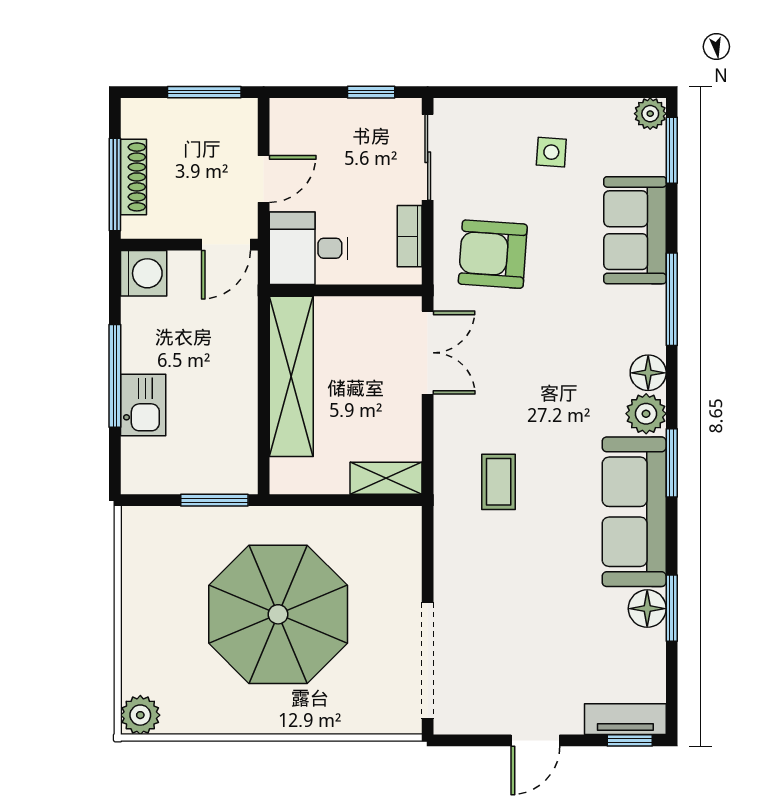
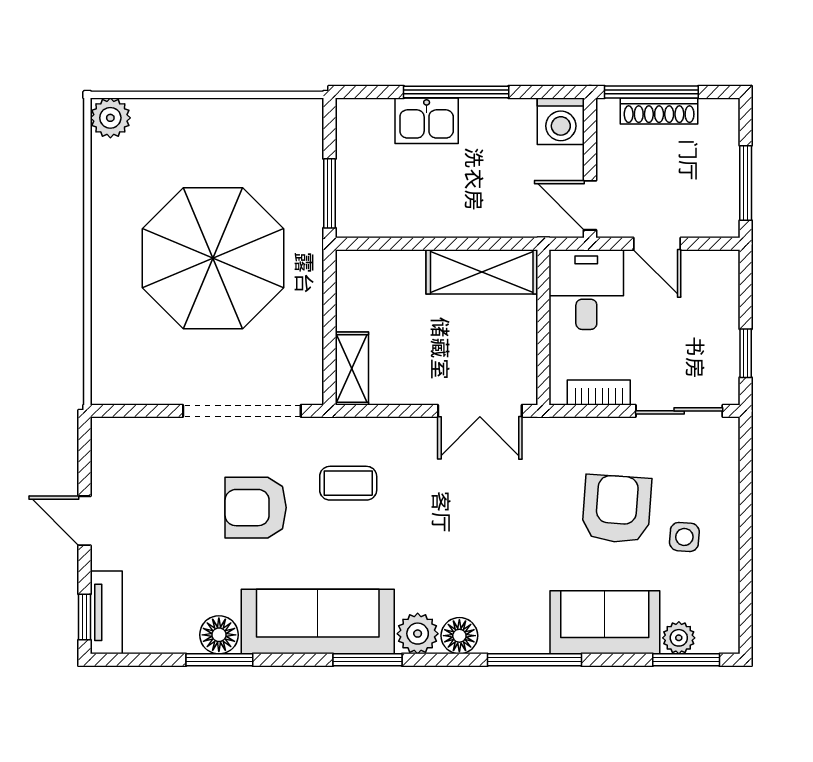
plant: (650, 114) -> (679, 638), moved
armchair: (493, 254) -> (617, 509), moved
shelving: (291, 376) -> (482, 272), width x0.68
armchair: (522, 573) -> (256, 508), added
doorway: (428, 660) -> (242, 411), moved

